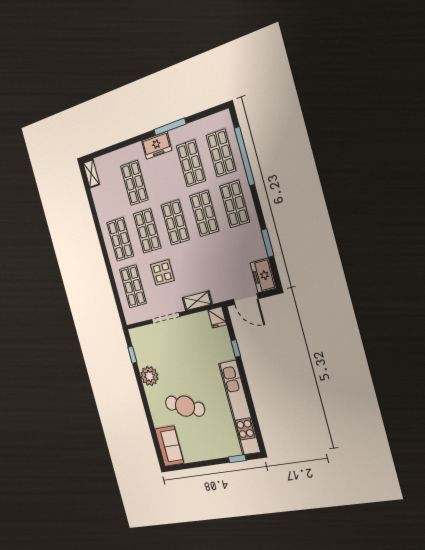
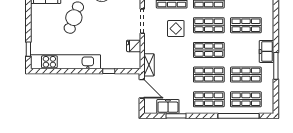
freezer: (263, 275) -> (168, 107), moved
door: (246, 299) -> (142, 89), swing flipped
shelving: (197, 301) -> (149, 65), moved
fridge: (217, 317) -> (134, 46), moved

